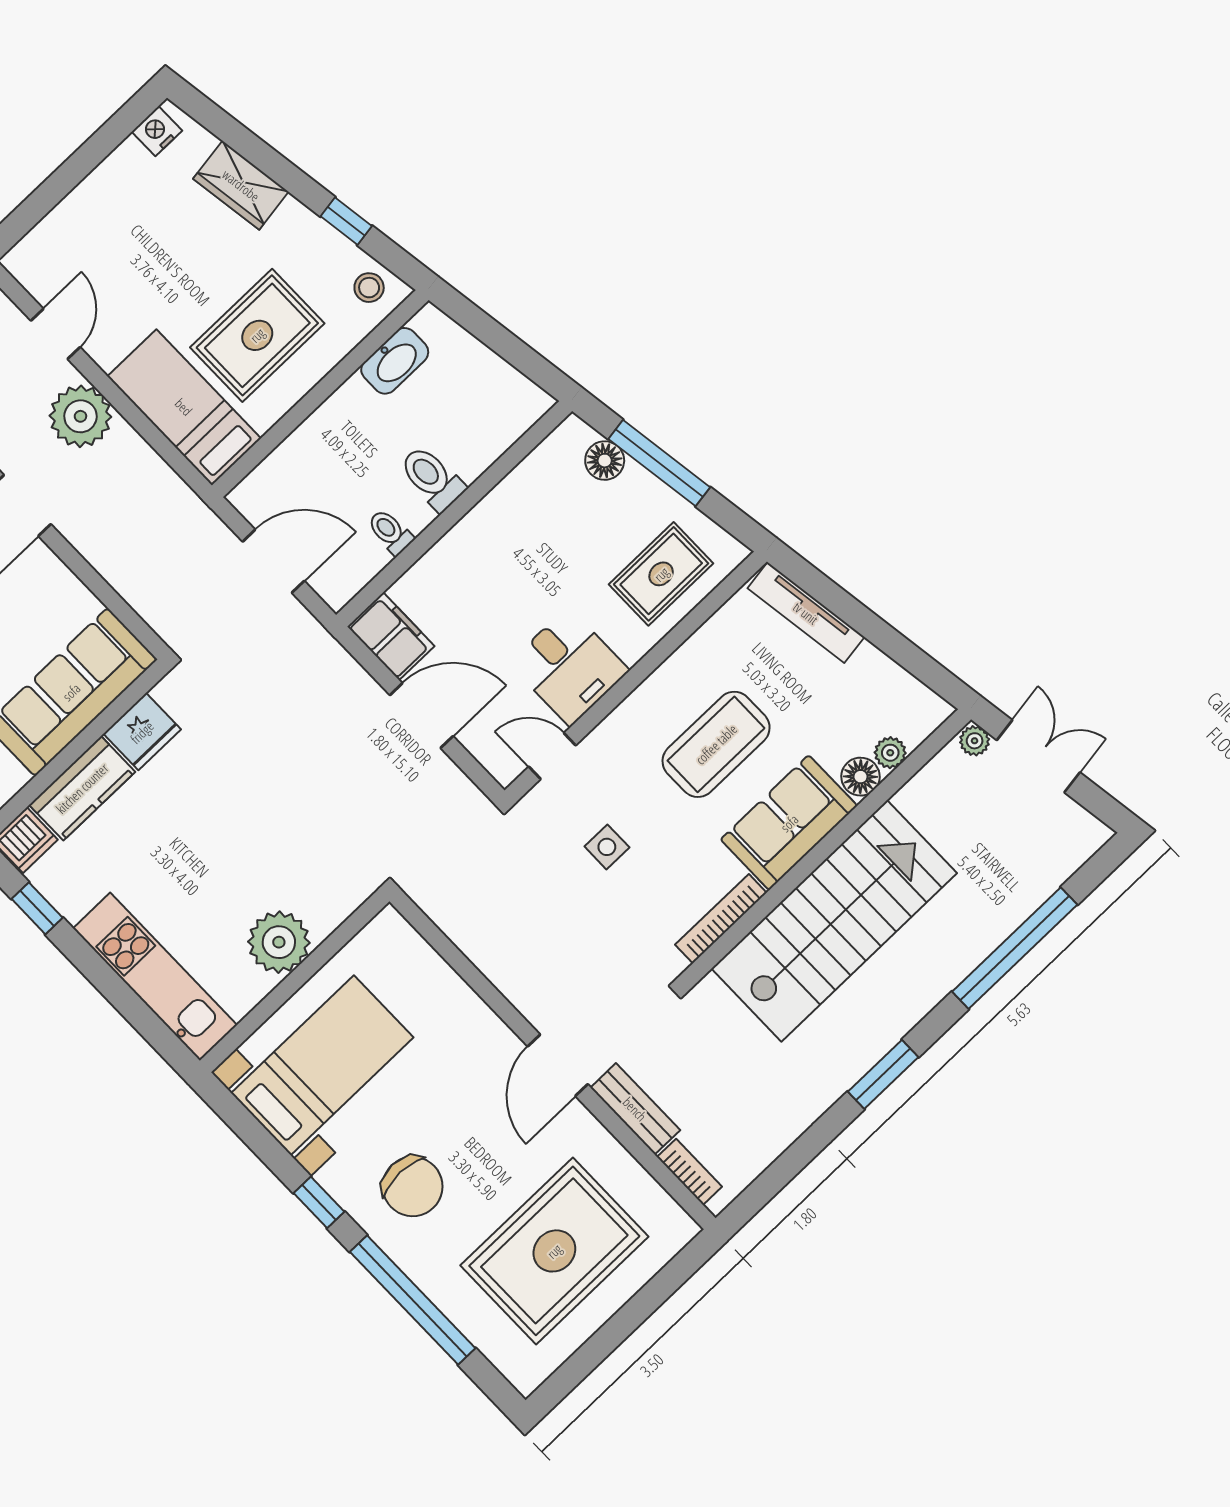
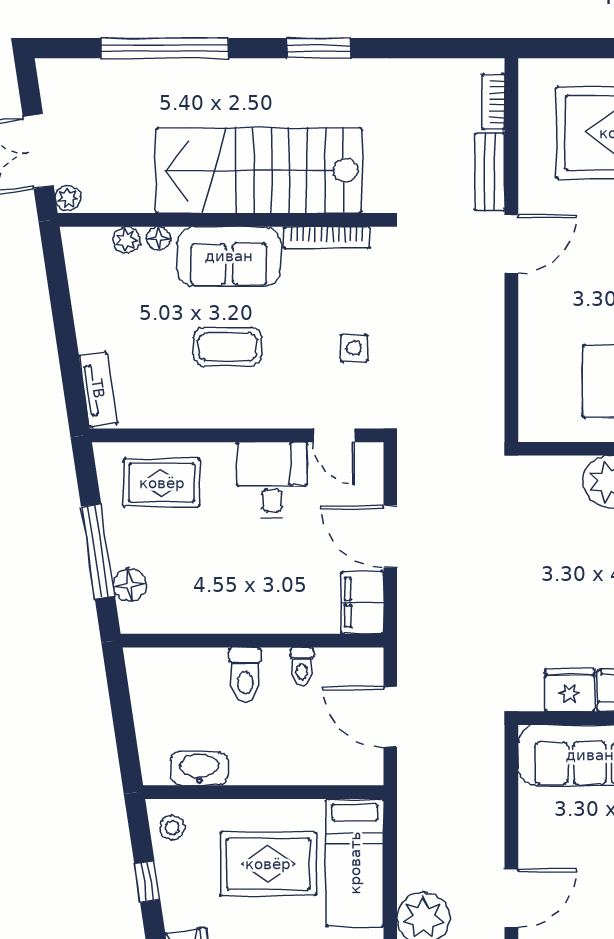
tv unit: (806, 613) -> (98, 389), width x0.71
coffee table: (716, 744) -> (228, 347), width x0.73, depth x0.76
floor lamp: (861, 777) -> (158, 238), width x0.73, depth x0.73

